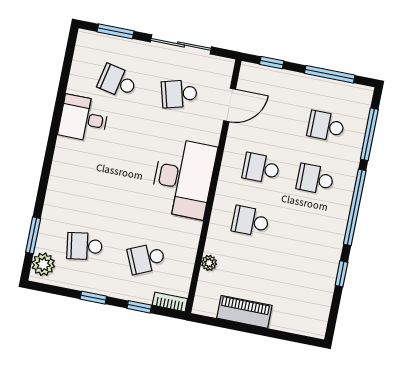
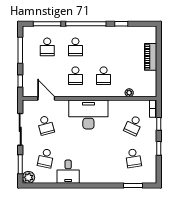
school desk: (146, 258) -> (133, 125), turned 48
plant: (43, 264) -> (28, 177), moved
piano: (244, 312) -> (151, 57), moved

